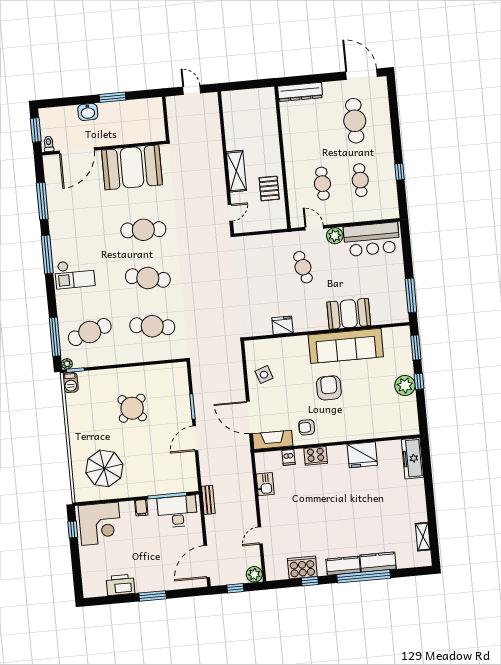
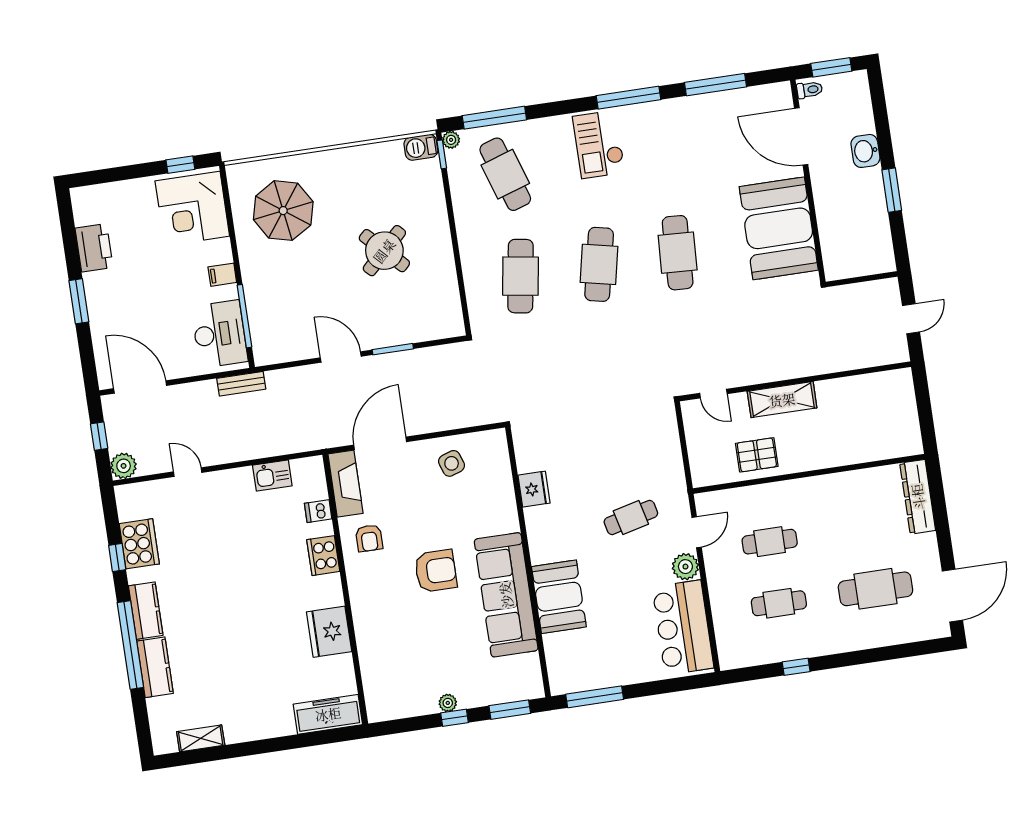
plant: (405, 385) -> (448, 703), width x0.53, depth x0.53
armchair: (307, 427) -> (369, 538), turned 180

